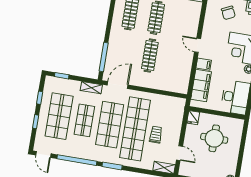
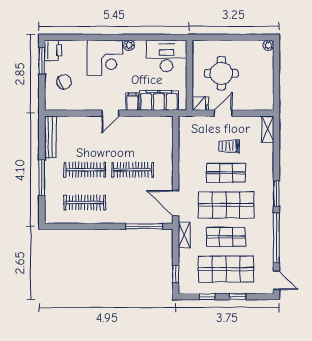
shop shelf: (135, 129) -> (226, 173), width x0.50, depth x0.74
door: (179, 153) -> (223, 113), moved
door: (43, 154) -> (276, 280), hinge flipped

